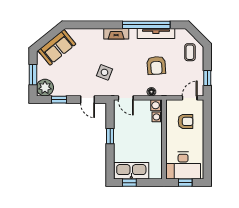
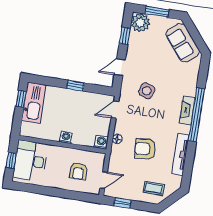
window: (146, 25) -> (196, 115), moved
door: (190, 98) -> (104, 180), hinge flipped
washing machine: (157, 117) -> (66, 137), moved

